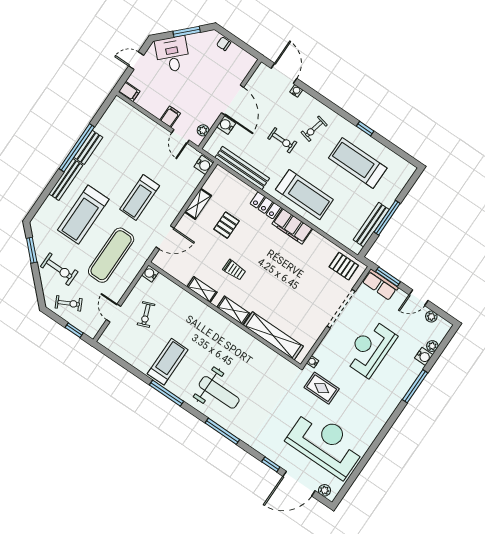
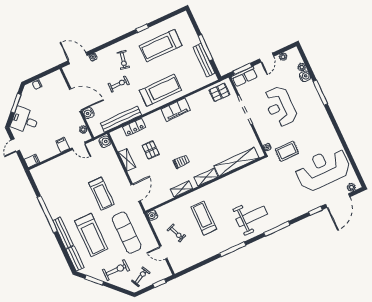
bench: (88, 147) -> (75, 258), moved
locker: (265, 205) -> (134, 127), moved
treadmill: (168, 362) -> (204, 218), moved

